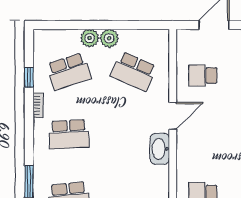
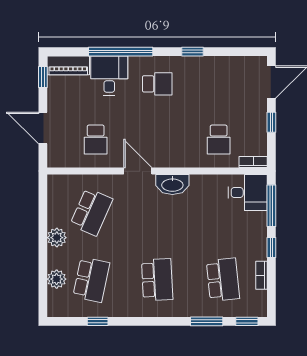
plant: (90, 38) -> (57, 279), moved
school desk: (69, 71) -> (91, 280), turned 30
bookcase: (38, 105) -> (127, 312), removed

